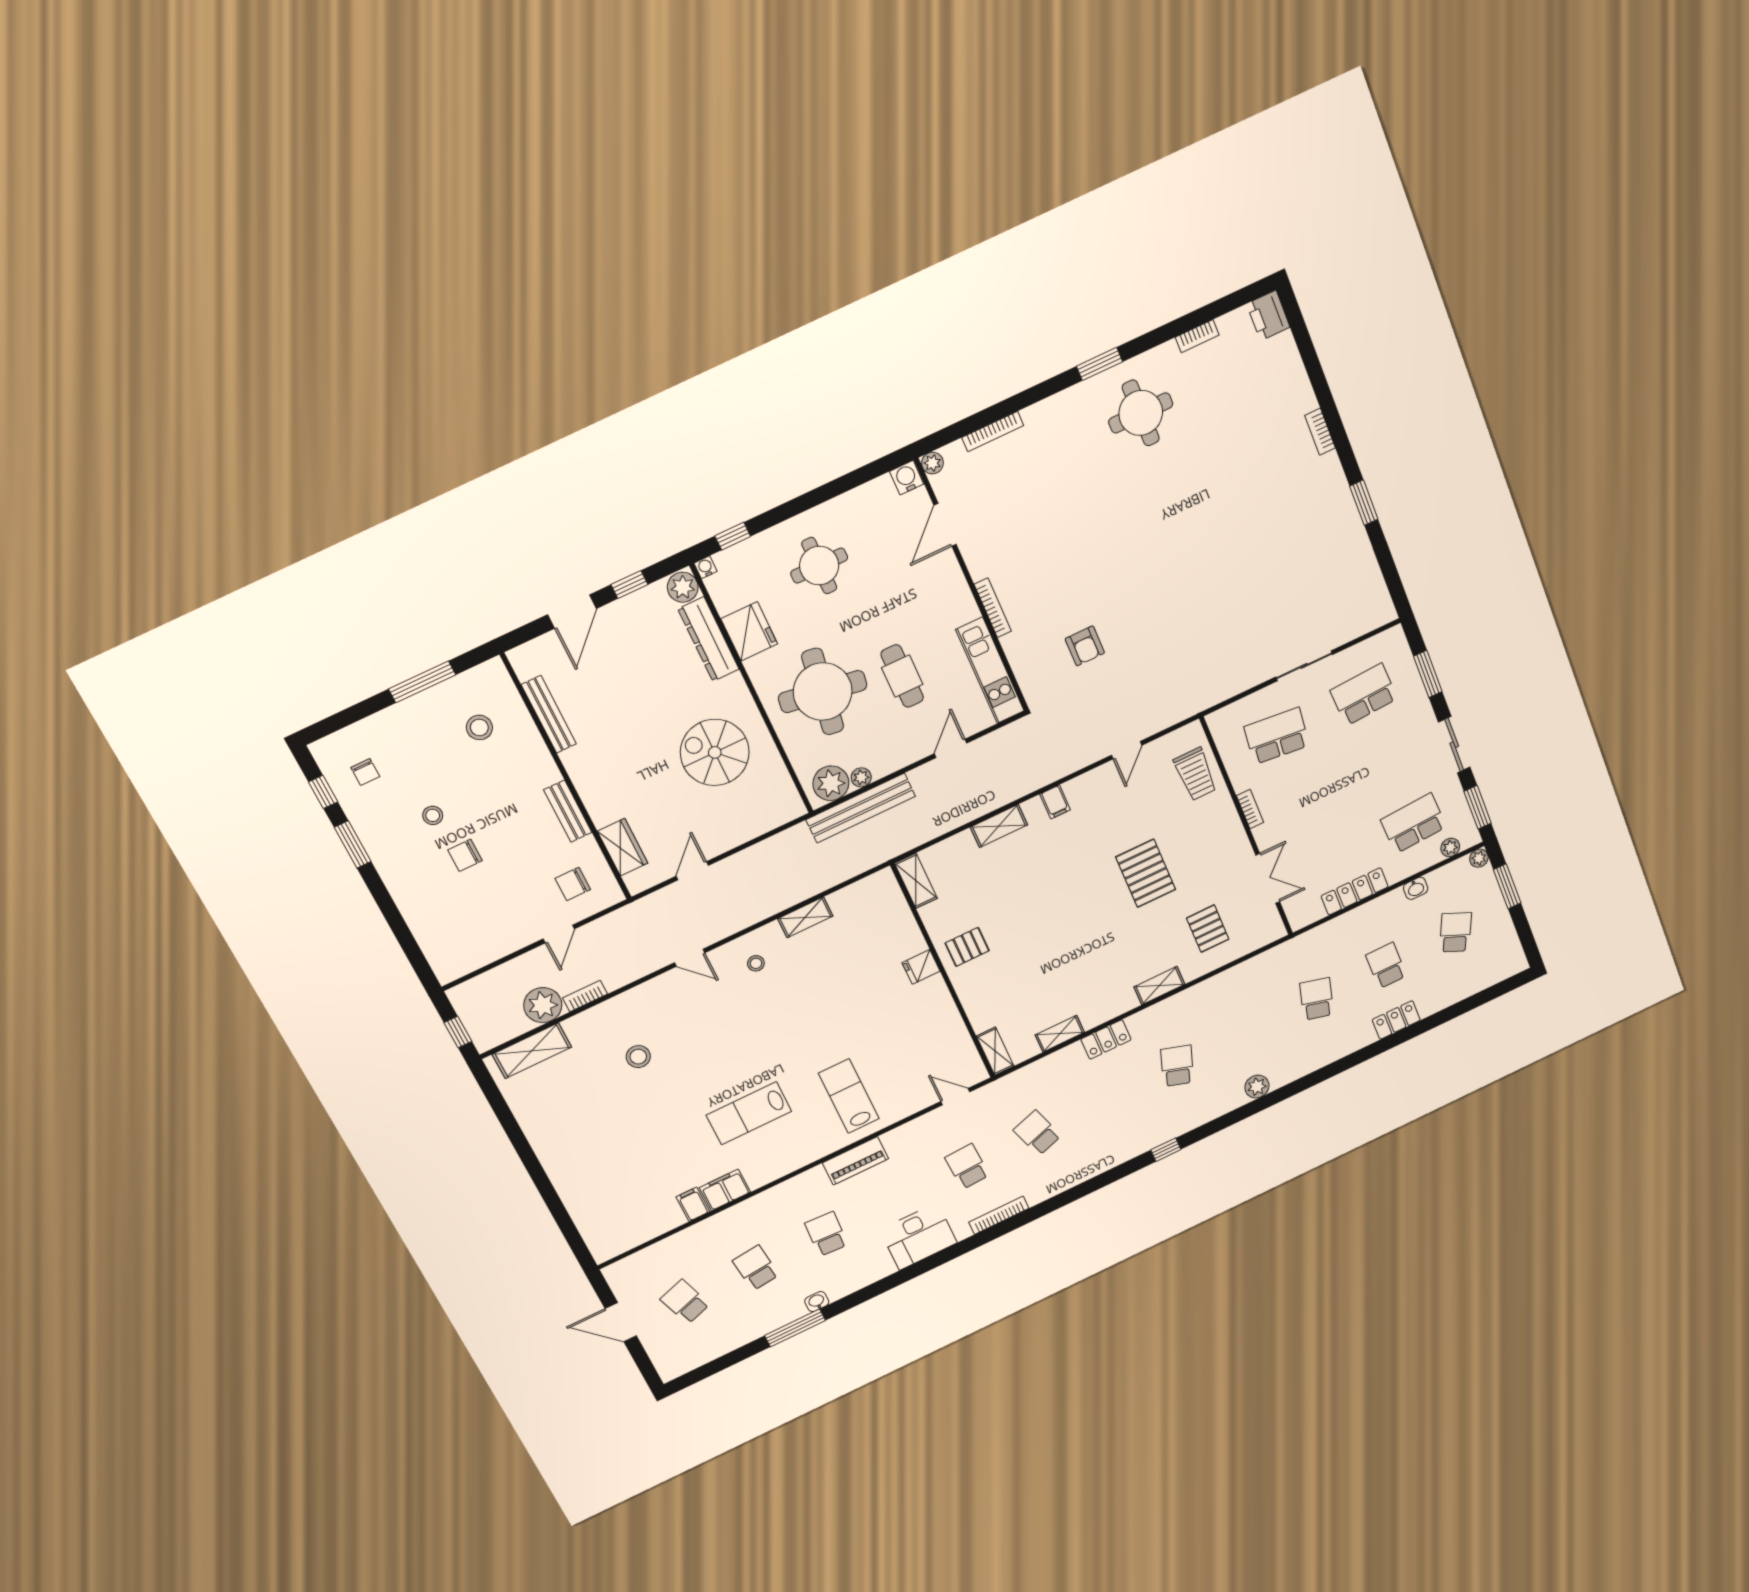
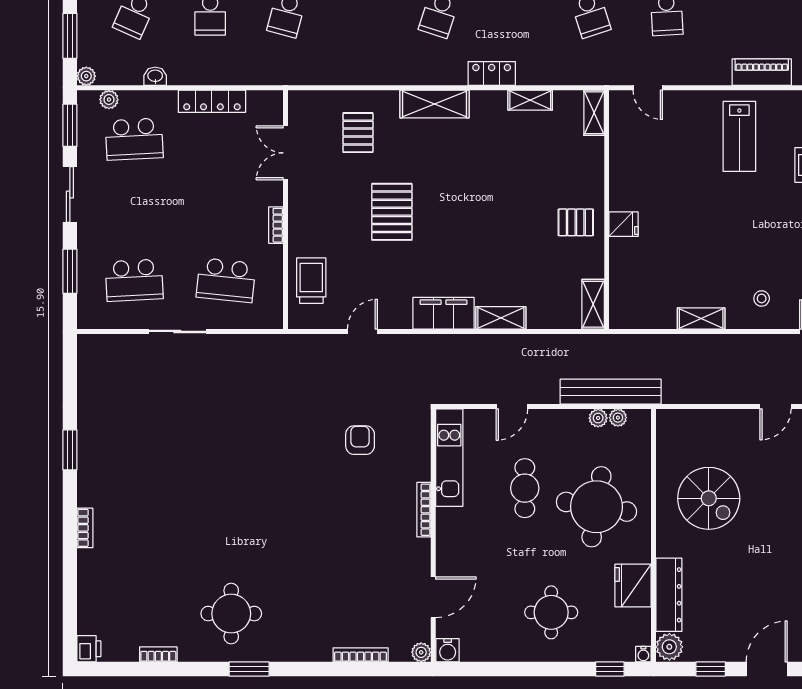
printer: (1268, 315) -> (89, 649), width x0.73, depth x0.81
plant: (831, 783) -> (618, 418), width x0.53, depth x0.53
filing cabinet: (1055, 802) -> (443, 313), width x3.00, depth x1.17
shelving: (1159, 986) -> (434, 104), width x1.50, depth x1.33

